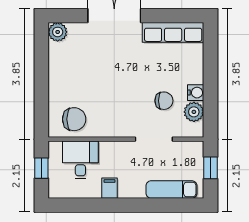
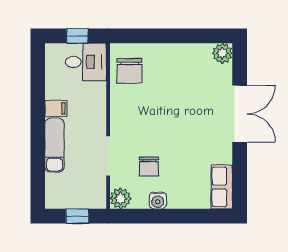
row of seats: (173, 32) -> (222, 187), width x0.68
plant: (194, 112) -> (120, 198), moved
desk: (80, 160) -> (86, 62), moved
exam couch: (171, 189) -> (54, 145), moved

